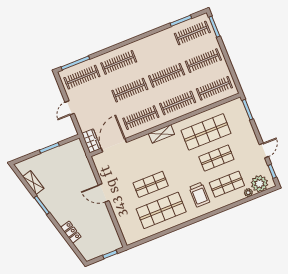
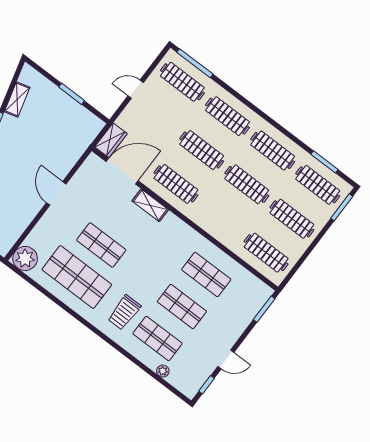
clothes rail: (178, 103) -> (273, 151), moved
shop shelf: (206, 132) -> (206, 274), width x0.70, depth x0.74
shelving: (161, 134) -> (150, 205), moved
plant: (259, 184) -> (25, 258), moved

